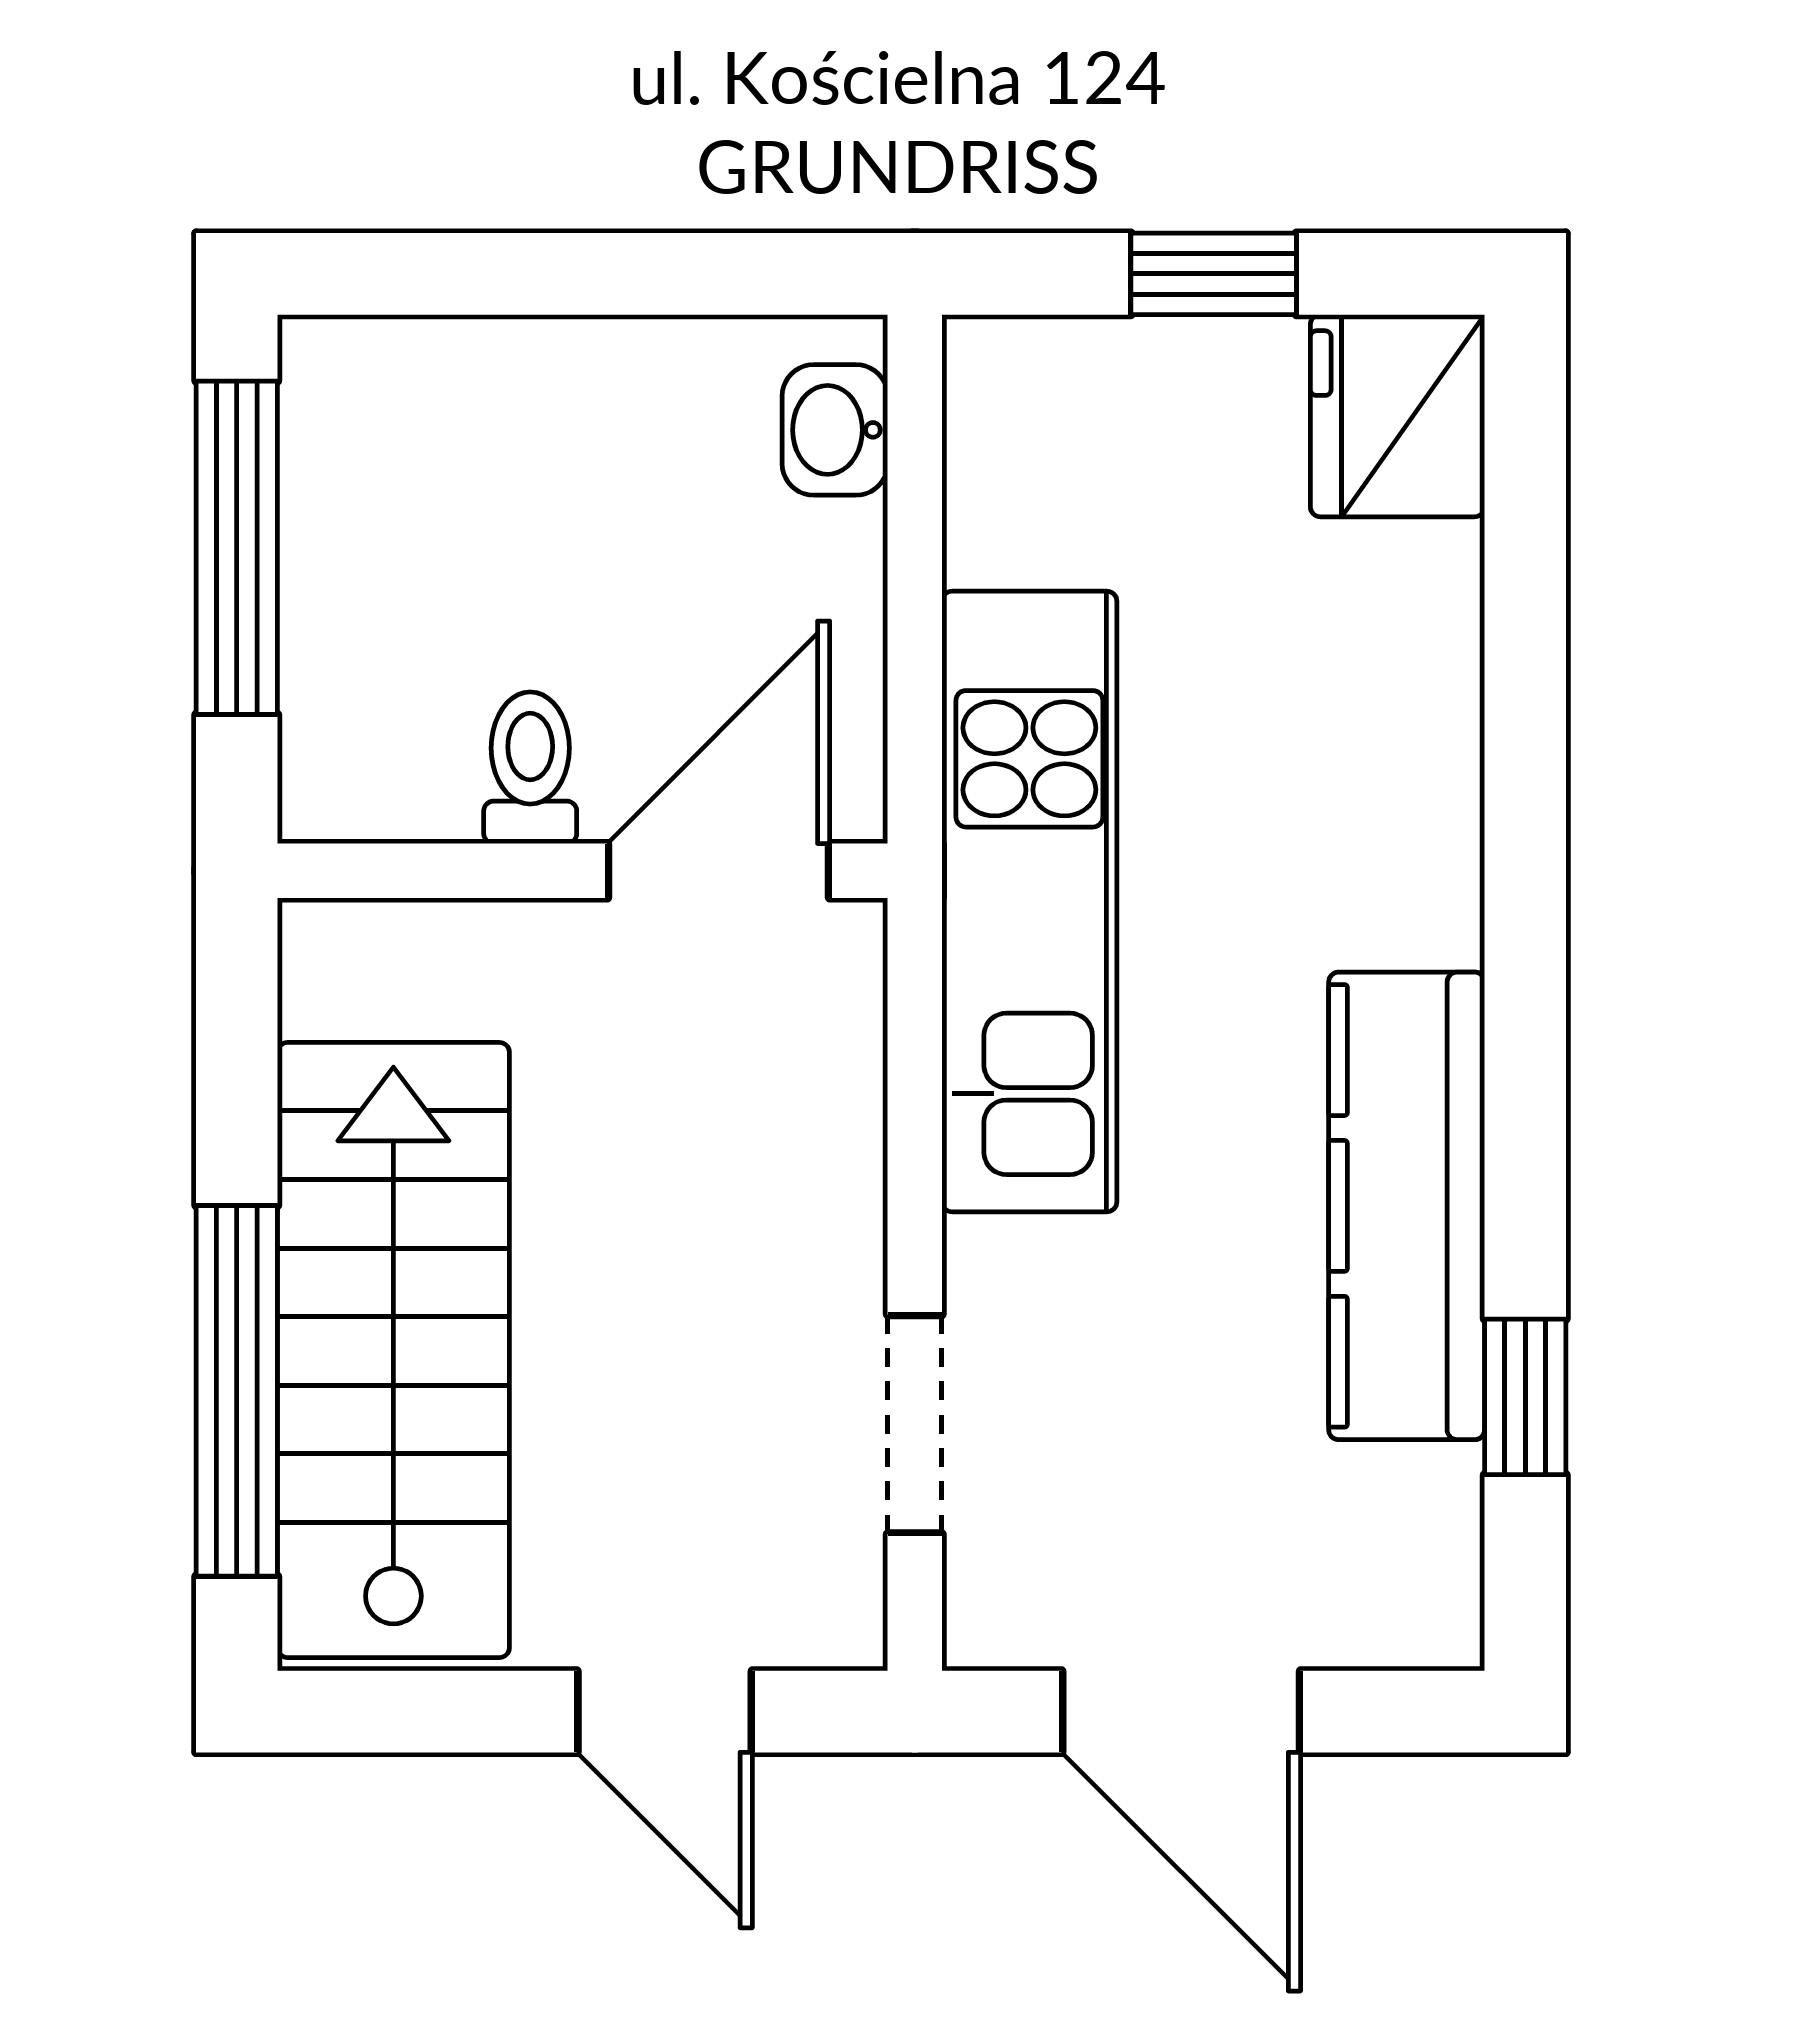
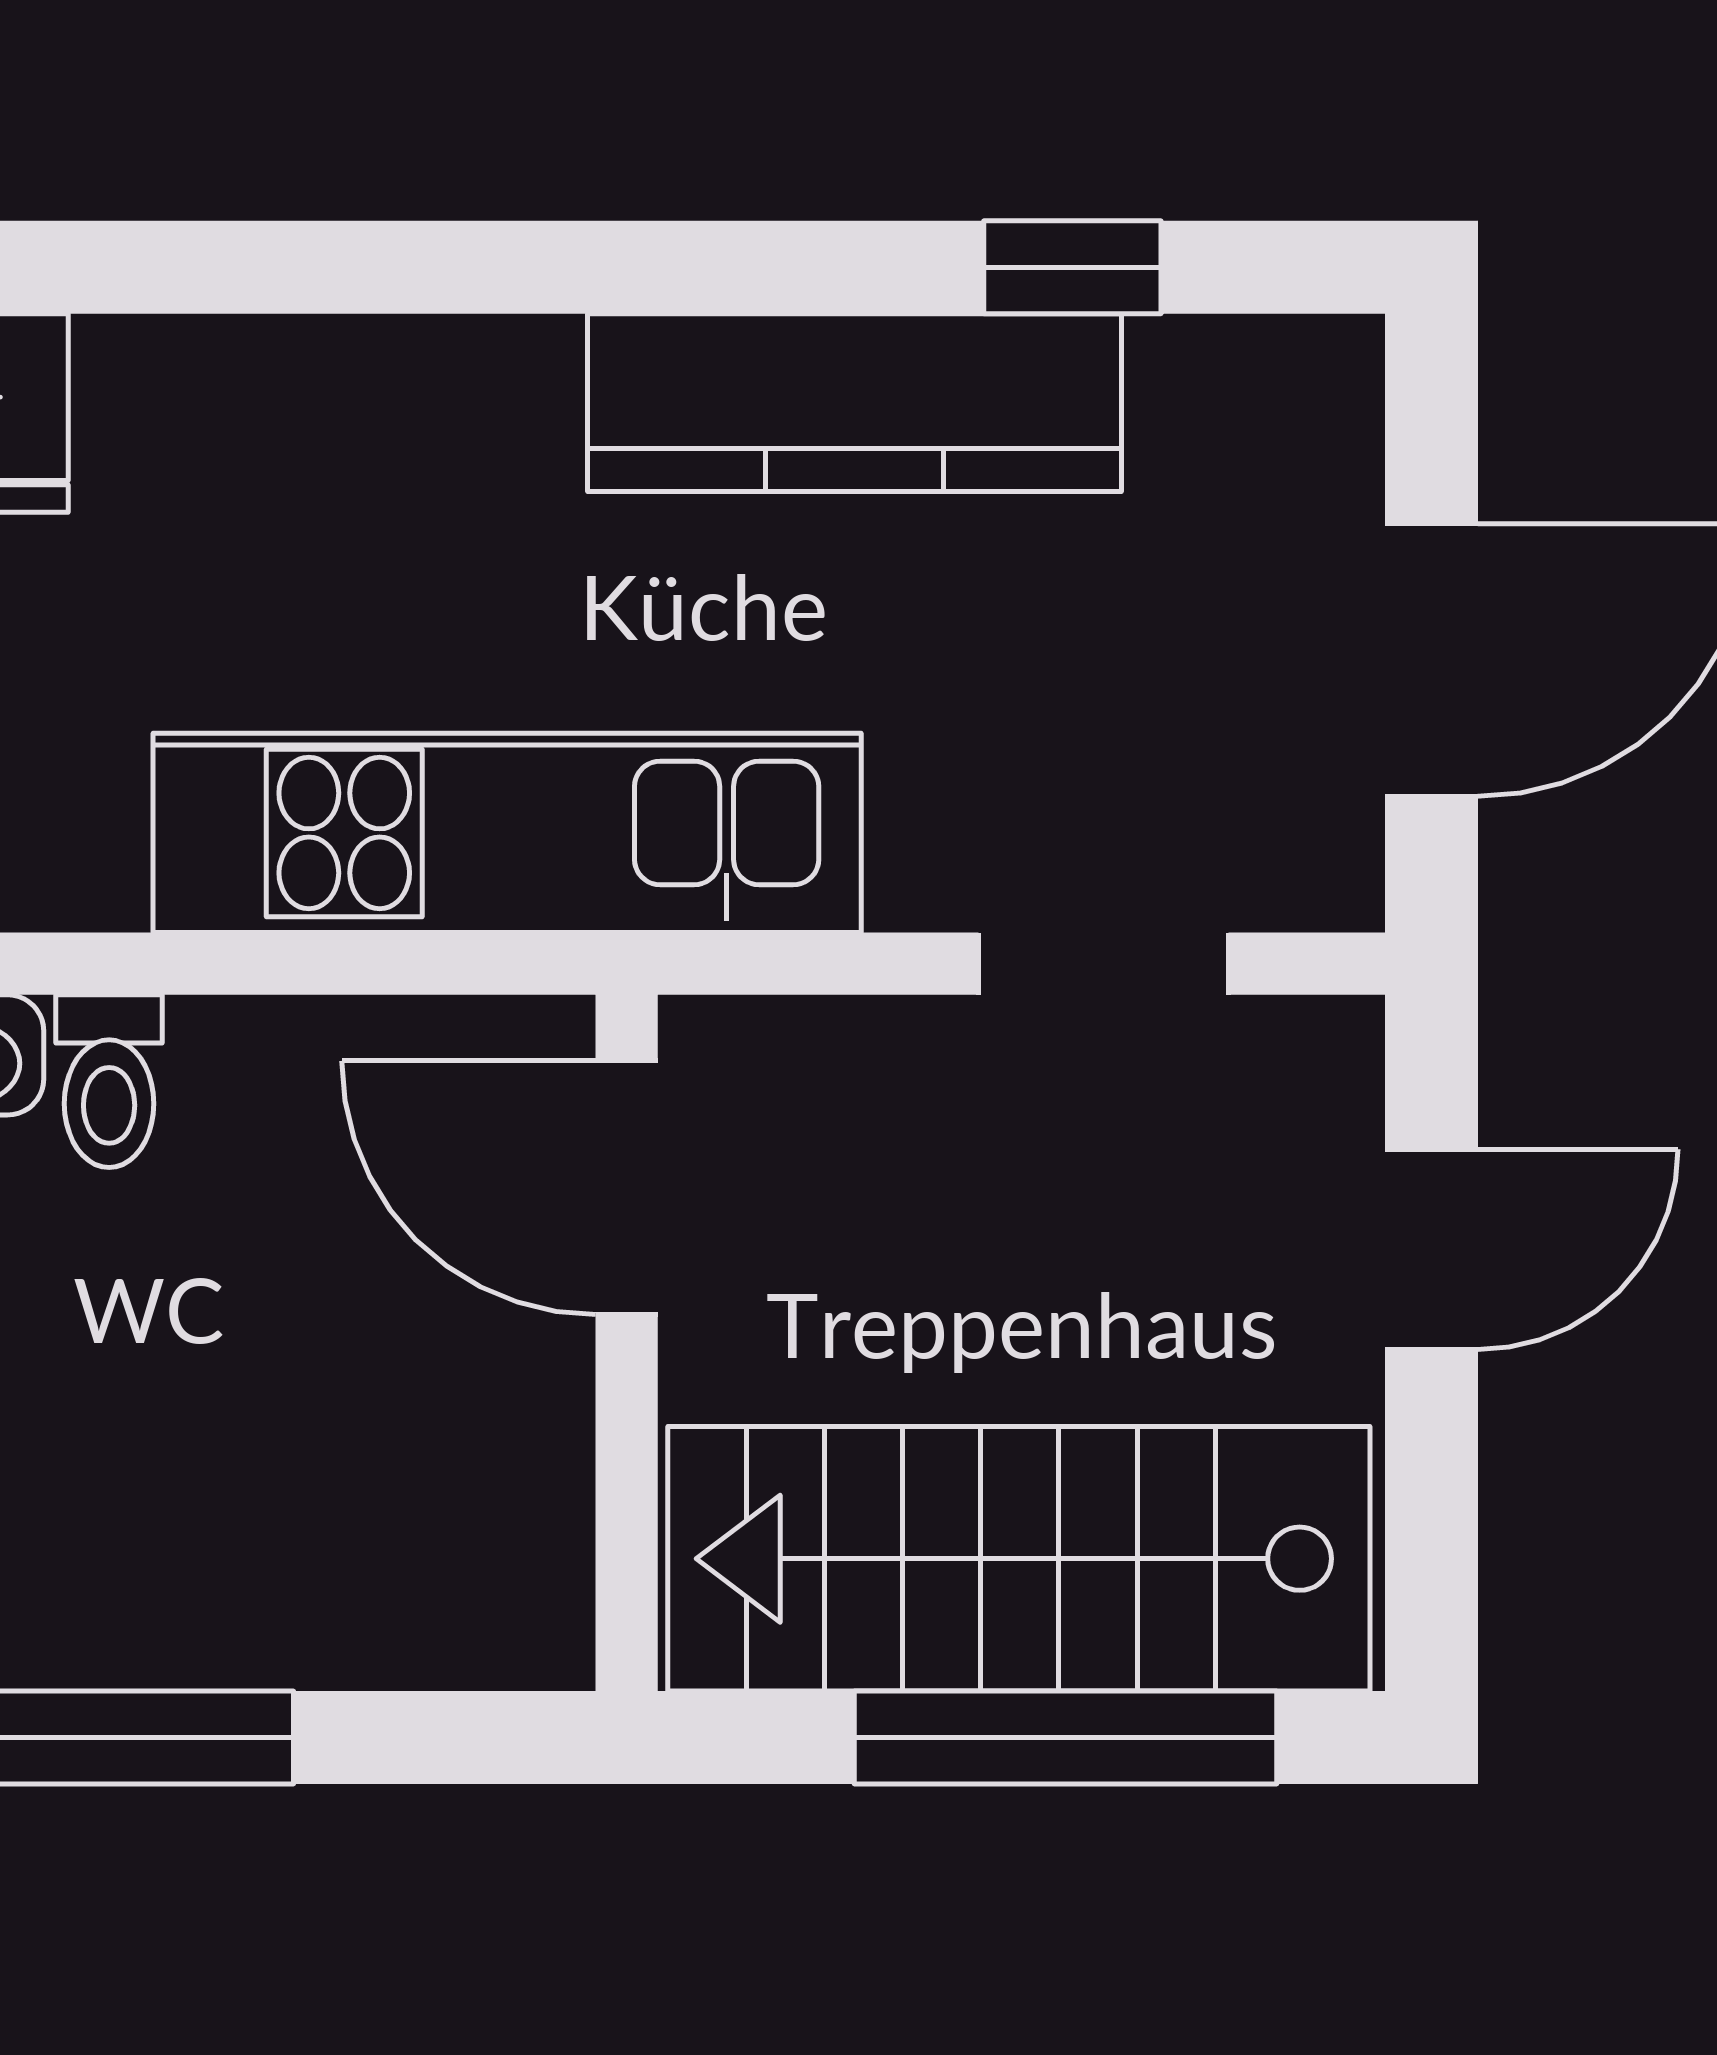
toilet: (530, 768) -> (109, 1081), moved, turned -90
wall: (583, 871) -> (627, 1343), moved
door: (719, 871) -> (627, 1188), moved

